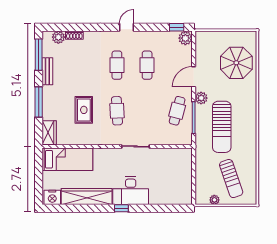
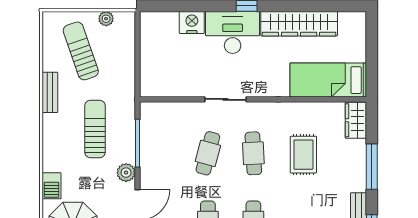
barbecue: (250, 89) -> (52, 186), added
cafe table: (177, 111) -> (208, 153), moved
sun lounger: (222, 127) -> (95, 129), width x0.73, depth x0.75
bench: (252, 151) -> (50, 92), added
nightstand: (52, 197) -> (192, 22), moved

